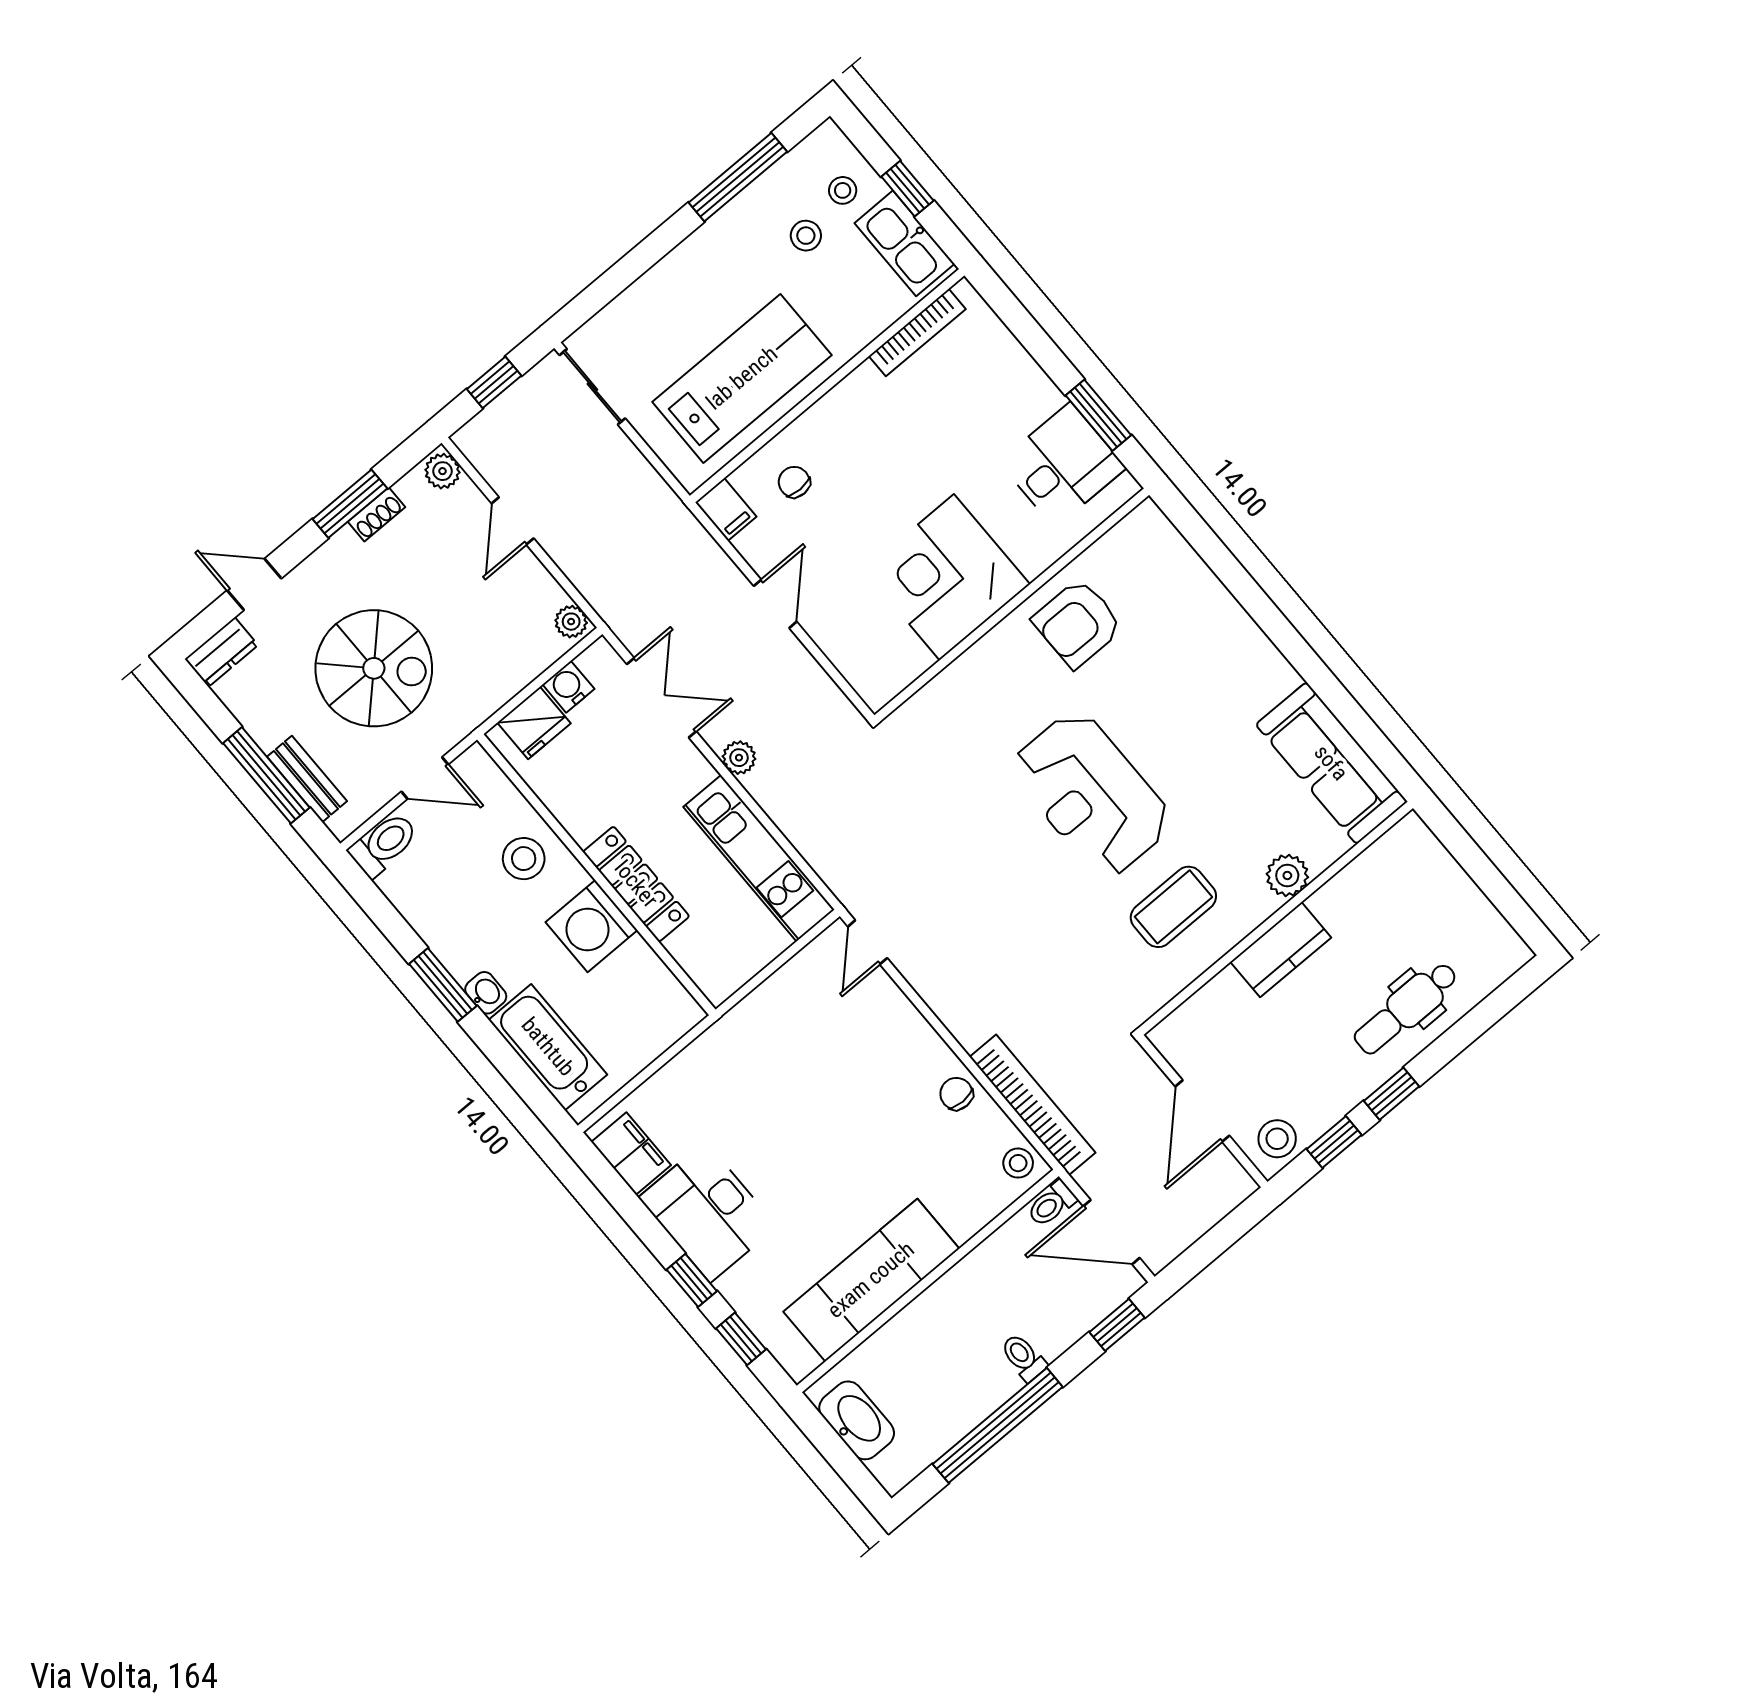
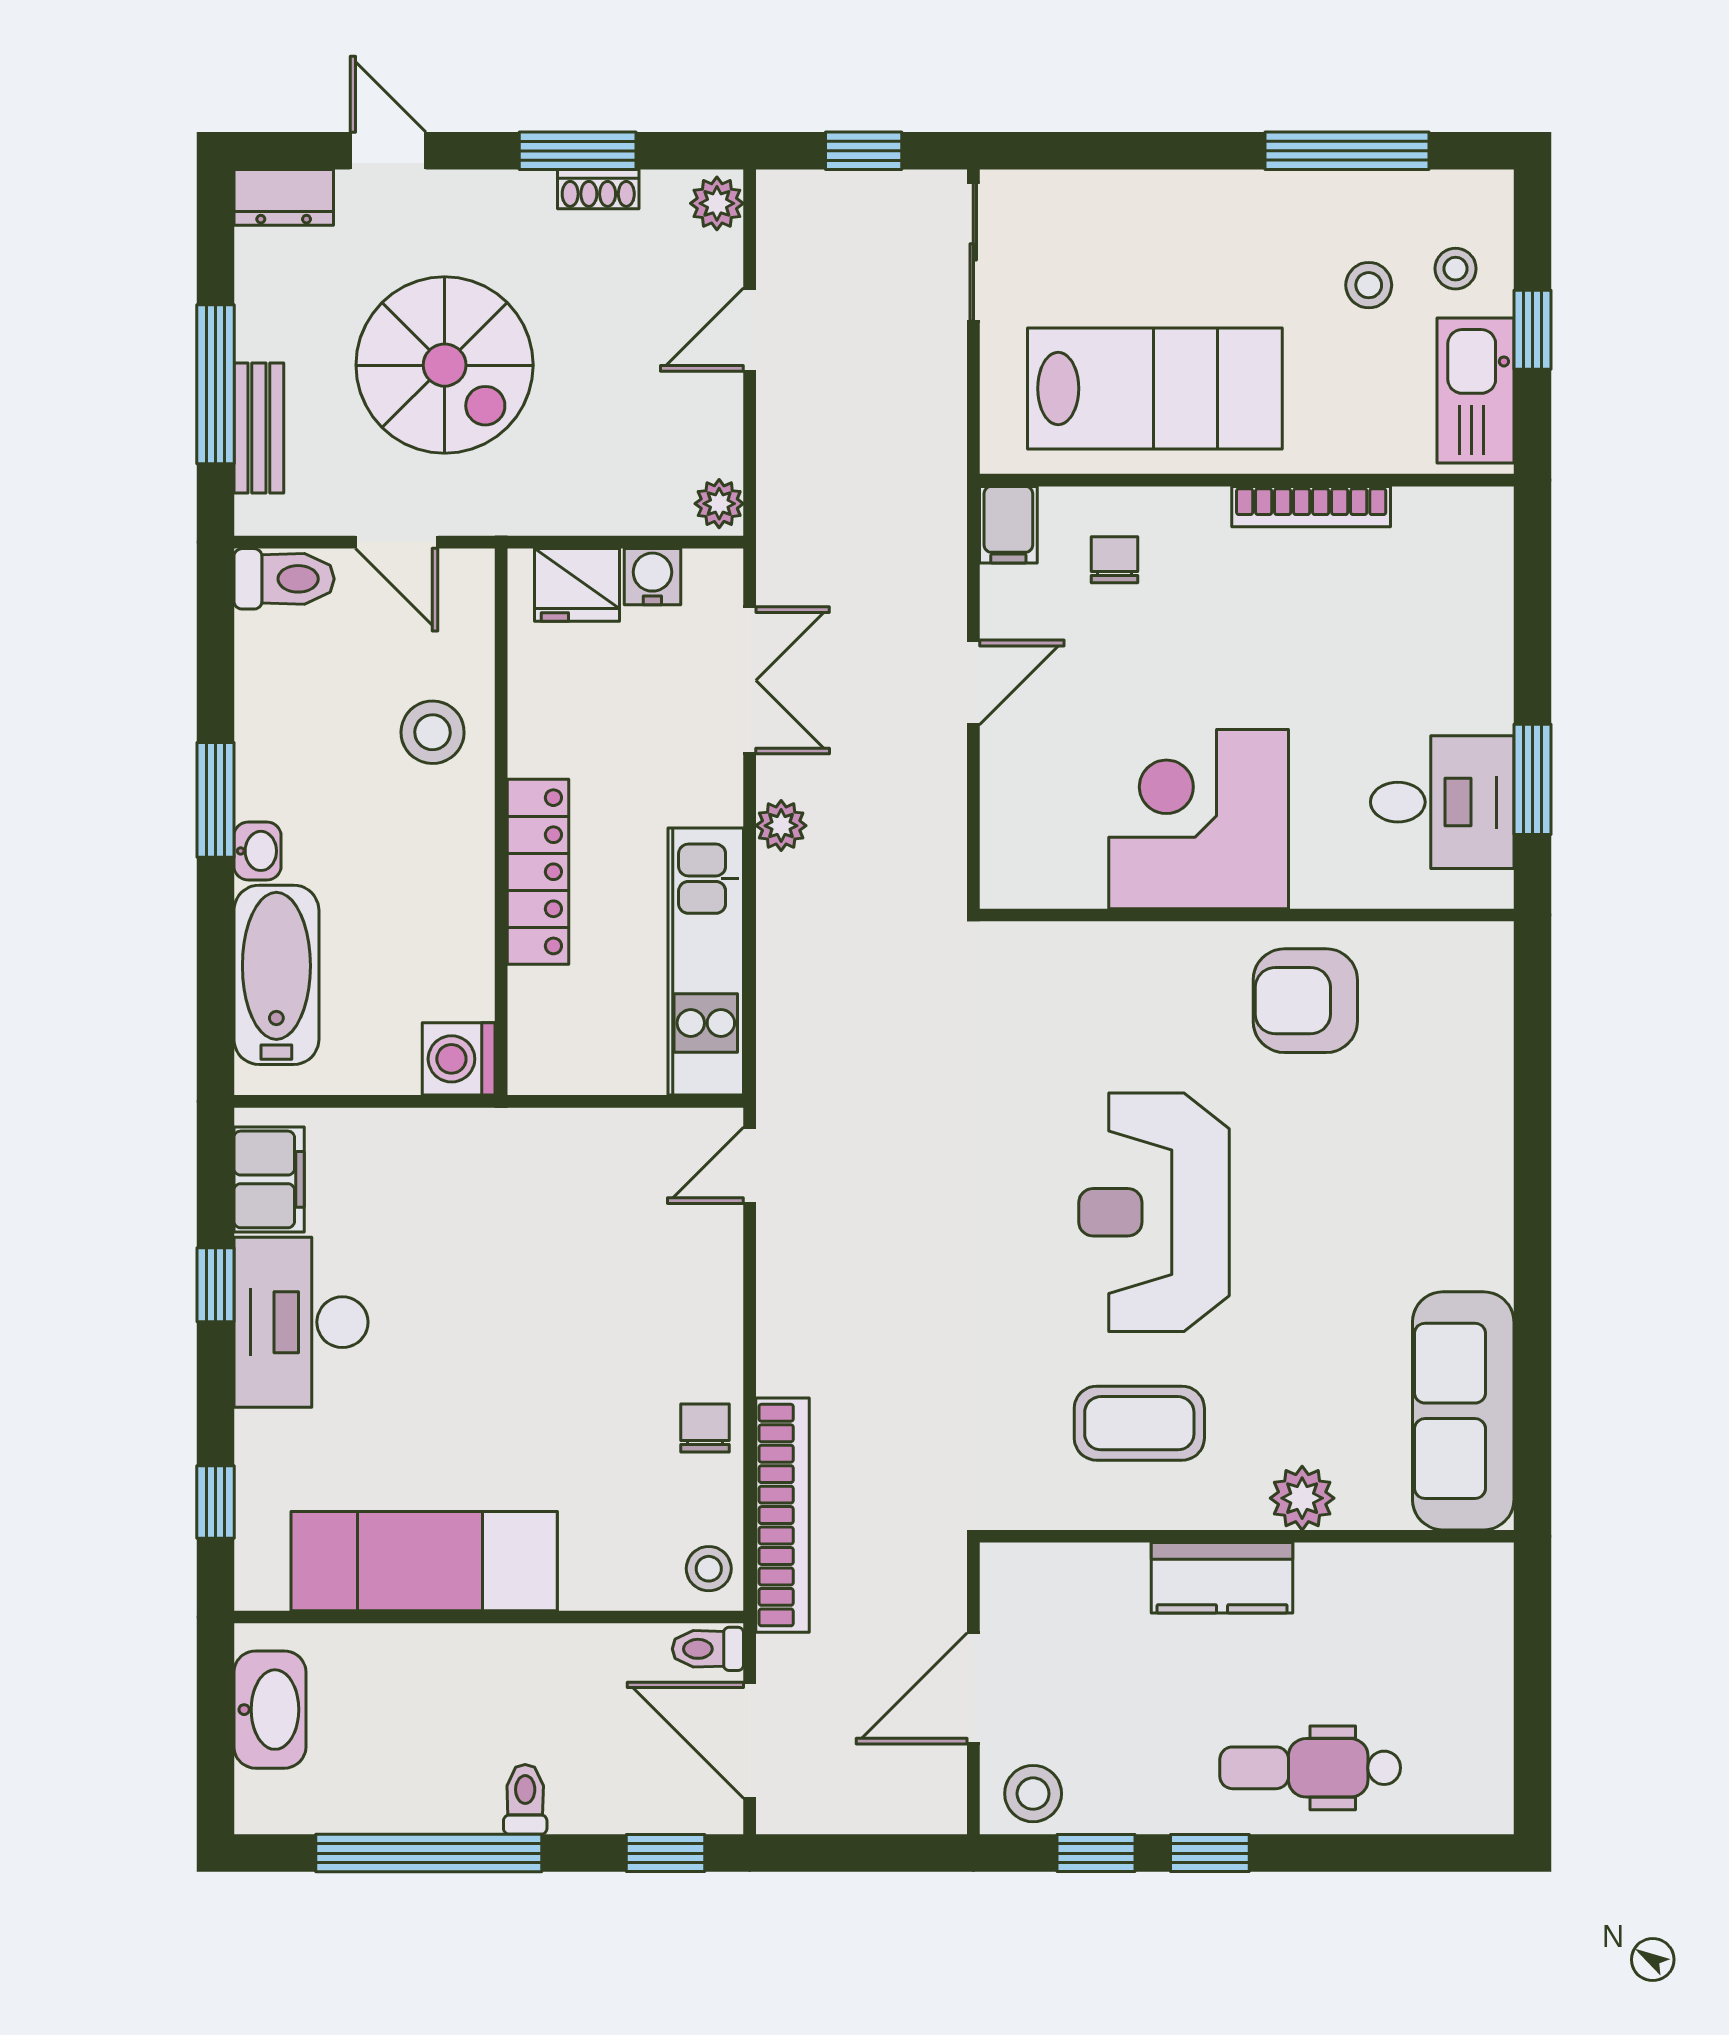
bookcase: (917, 333) -> (1311, 507), moved
washing machine: (592, 926) -> (459, 1059), moved, width x0.73, depth x0.73
window: (692, 1280) -> (215, 1285), moved

